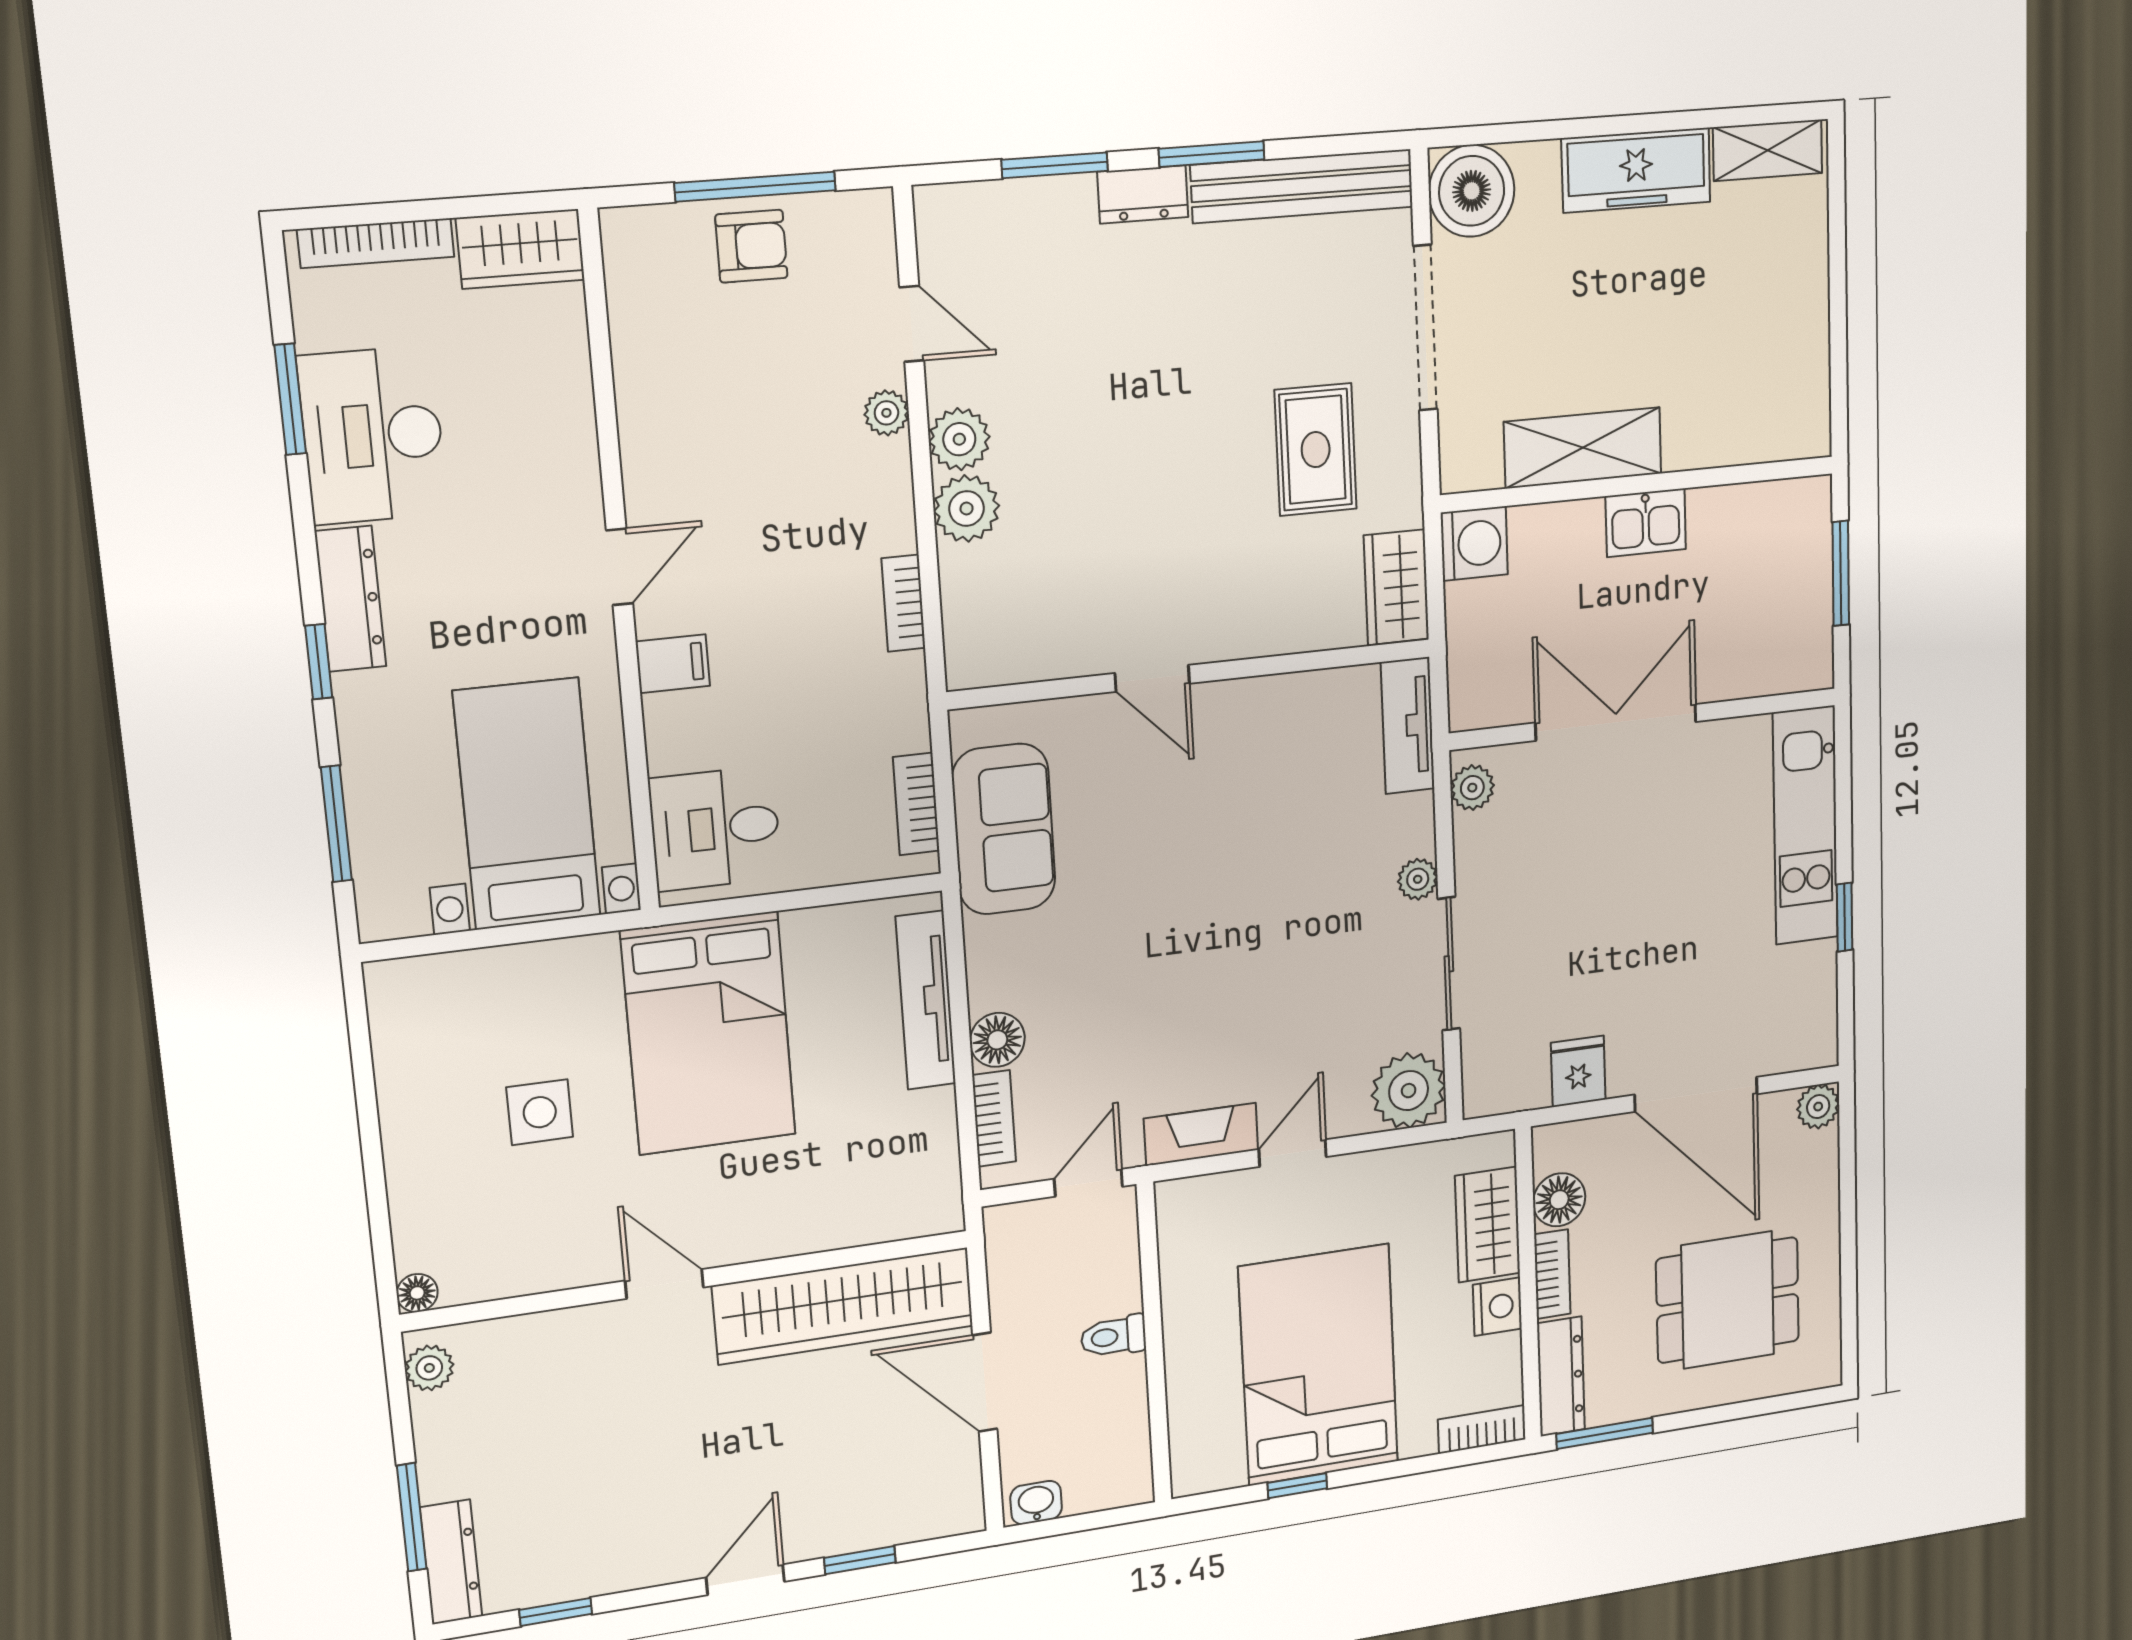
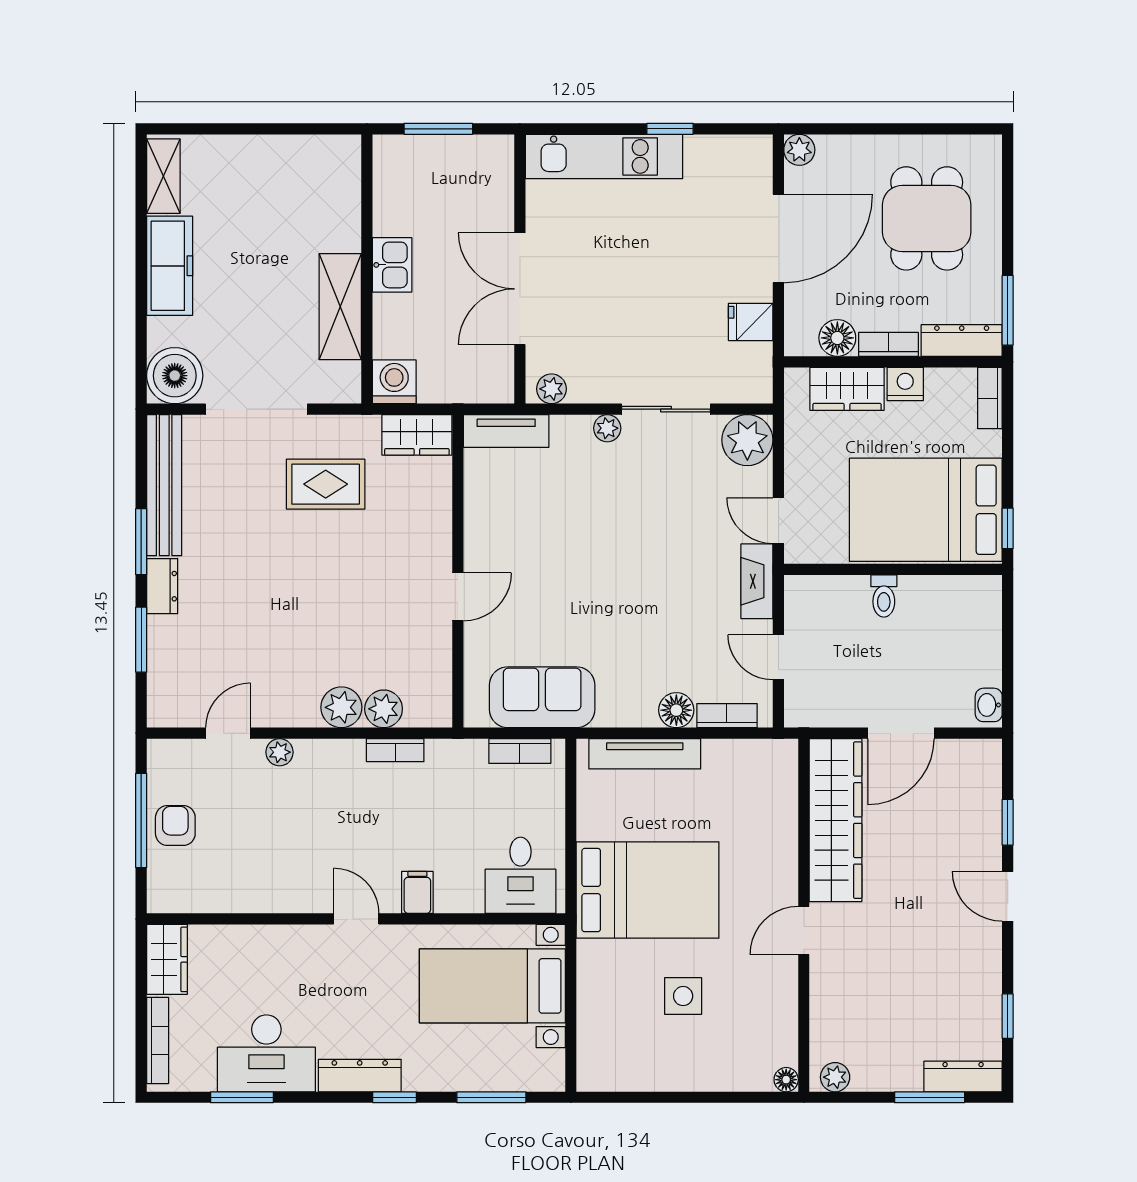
plant: (959, 439) -> (384, 709), moved
toilet: (1113, 1336) -> (884, 596), moved
wall: (1154, 1343) -> (893, 569), moved

